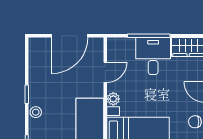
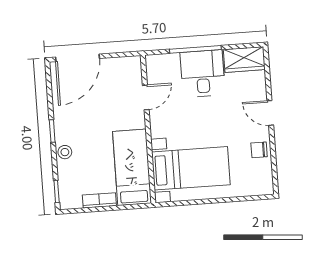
door: (70, 36) -> (77, 58), moved
plant: (113, 99) -> (158, 129), removed

